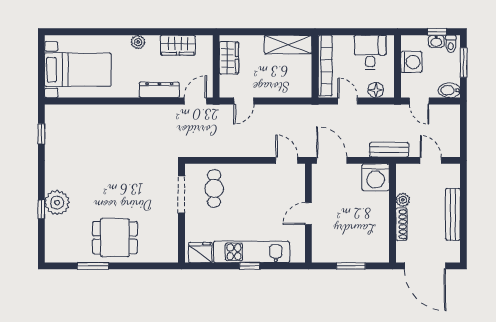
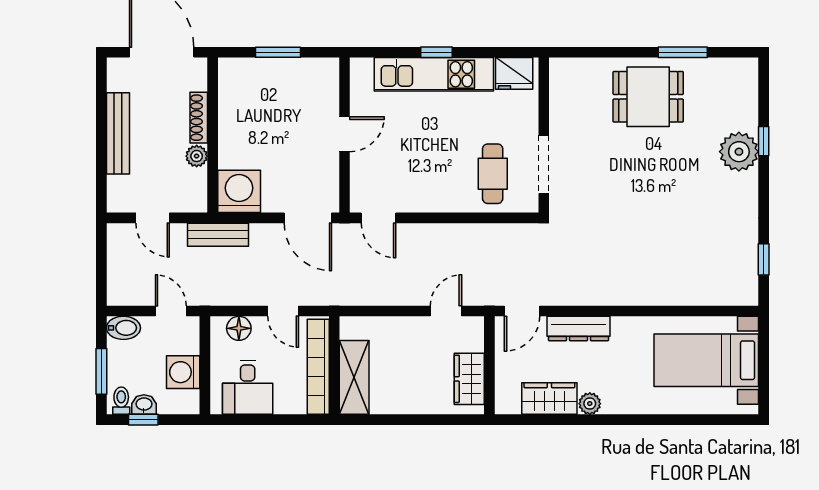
plant: (138, 42) -> (590, 404), moved
shelving: (288, 45) -> (354, 377), moved, turned 90

